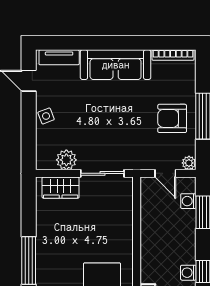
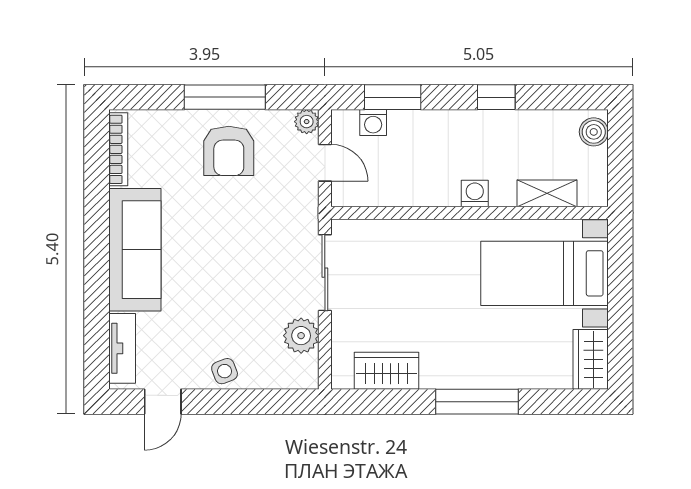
door: (165, 173) -> (325, 163), hinge flipped
wardrobe: (61, 188) -> (386, 371), moved, turned -90
washing machine: (188, 273) -> (475, 193), moved, turned 180

